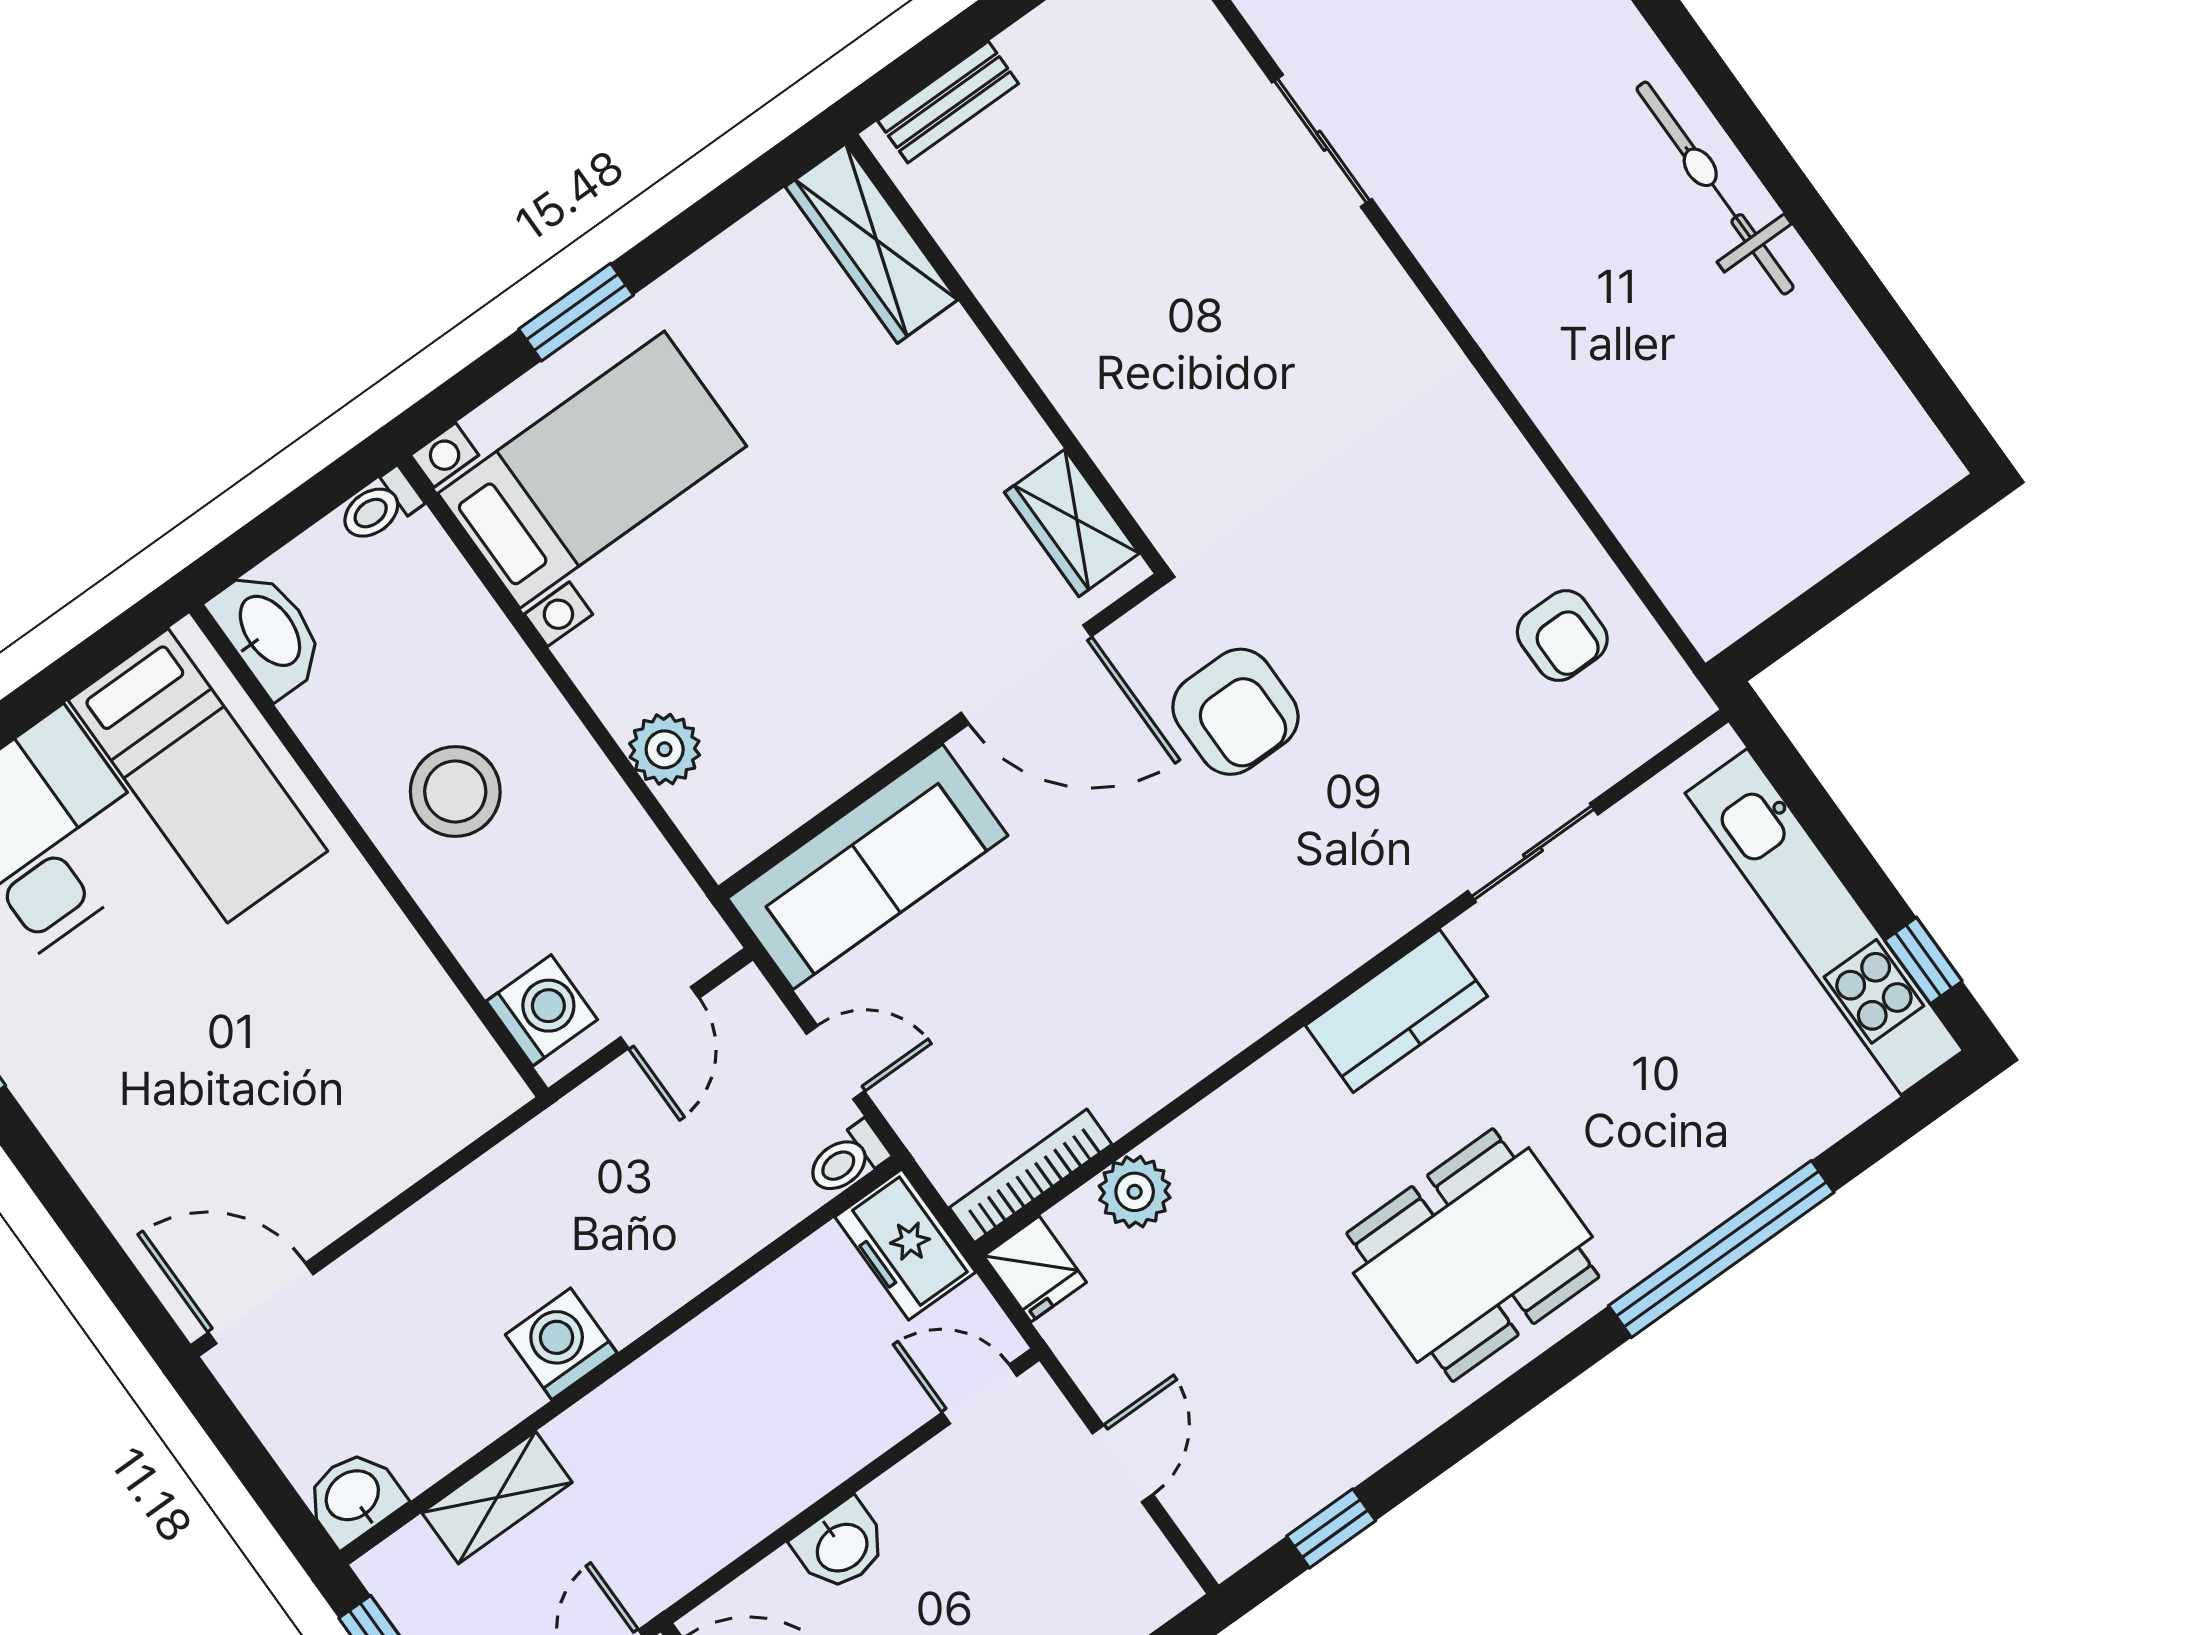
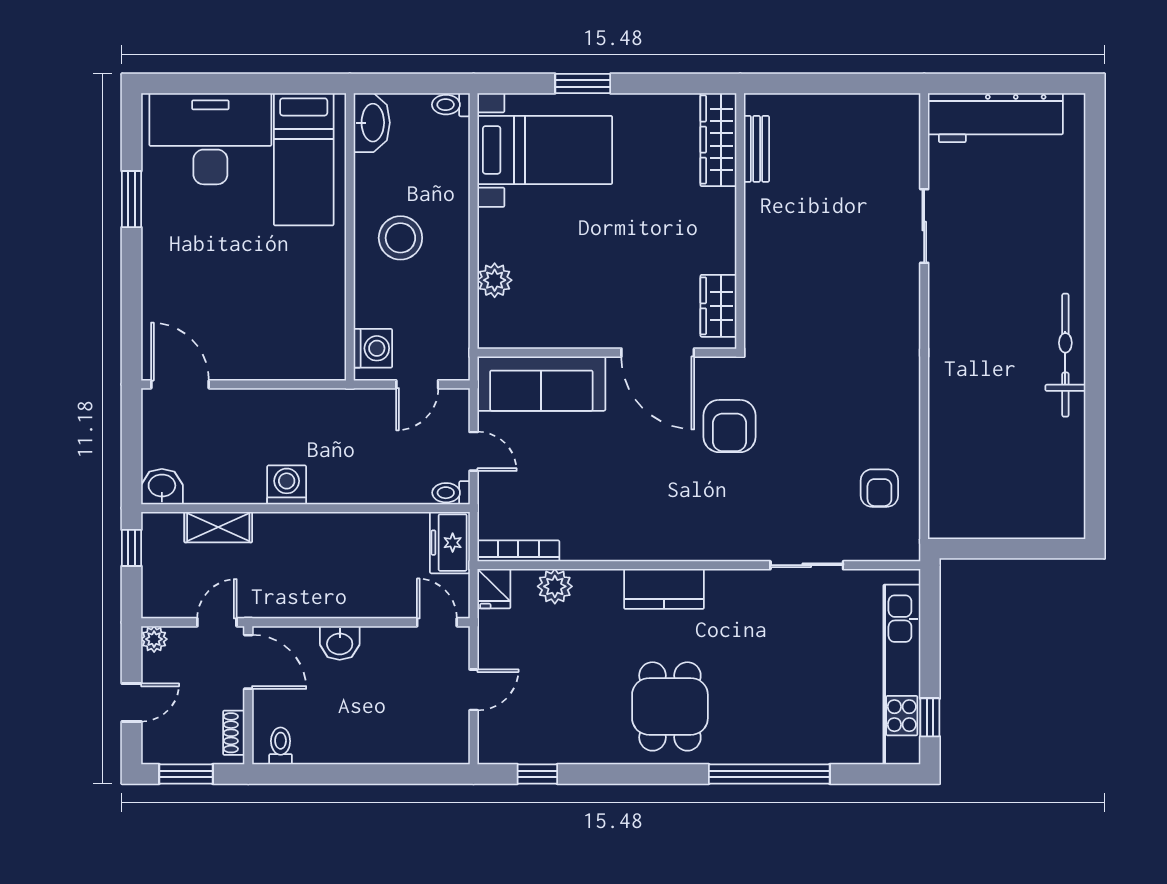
bench: (948, 102) -> (757, 149), moved, turned 90
kitchen counter: (1396, 1011) -> (664, 589), moved
dining table: (1473, 1255) -> (670, 706), width x0.73

